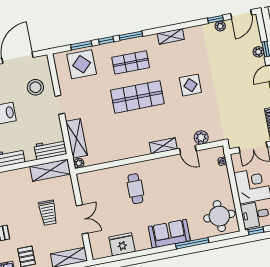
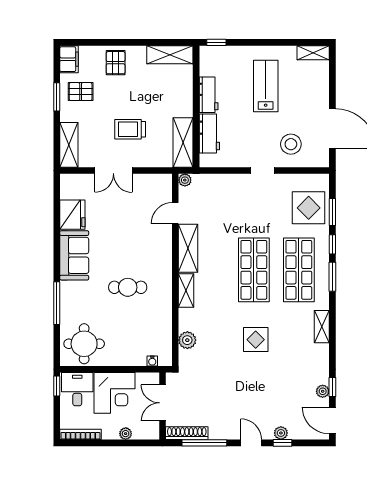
shop shelf: (131, 62) -> (299, 270), width x1.43, depth x1.36
shelving: (77, 138) -> (188, 248), moved, turned 90
workbench: (50, 149) -> (209, 134), moved
door: (188, 150) -> (175, 213), moved
cafe table: (135, 189) -> (128, 287), moved
sofa: (169, 234) -> (74, 255), moved

